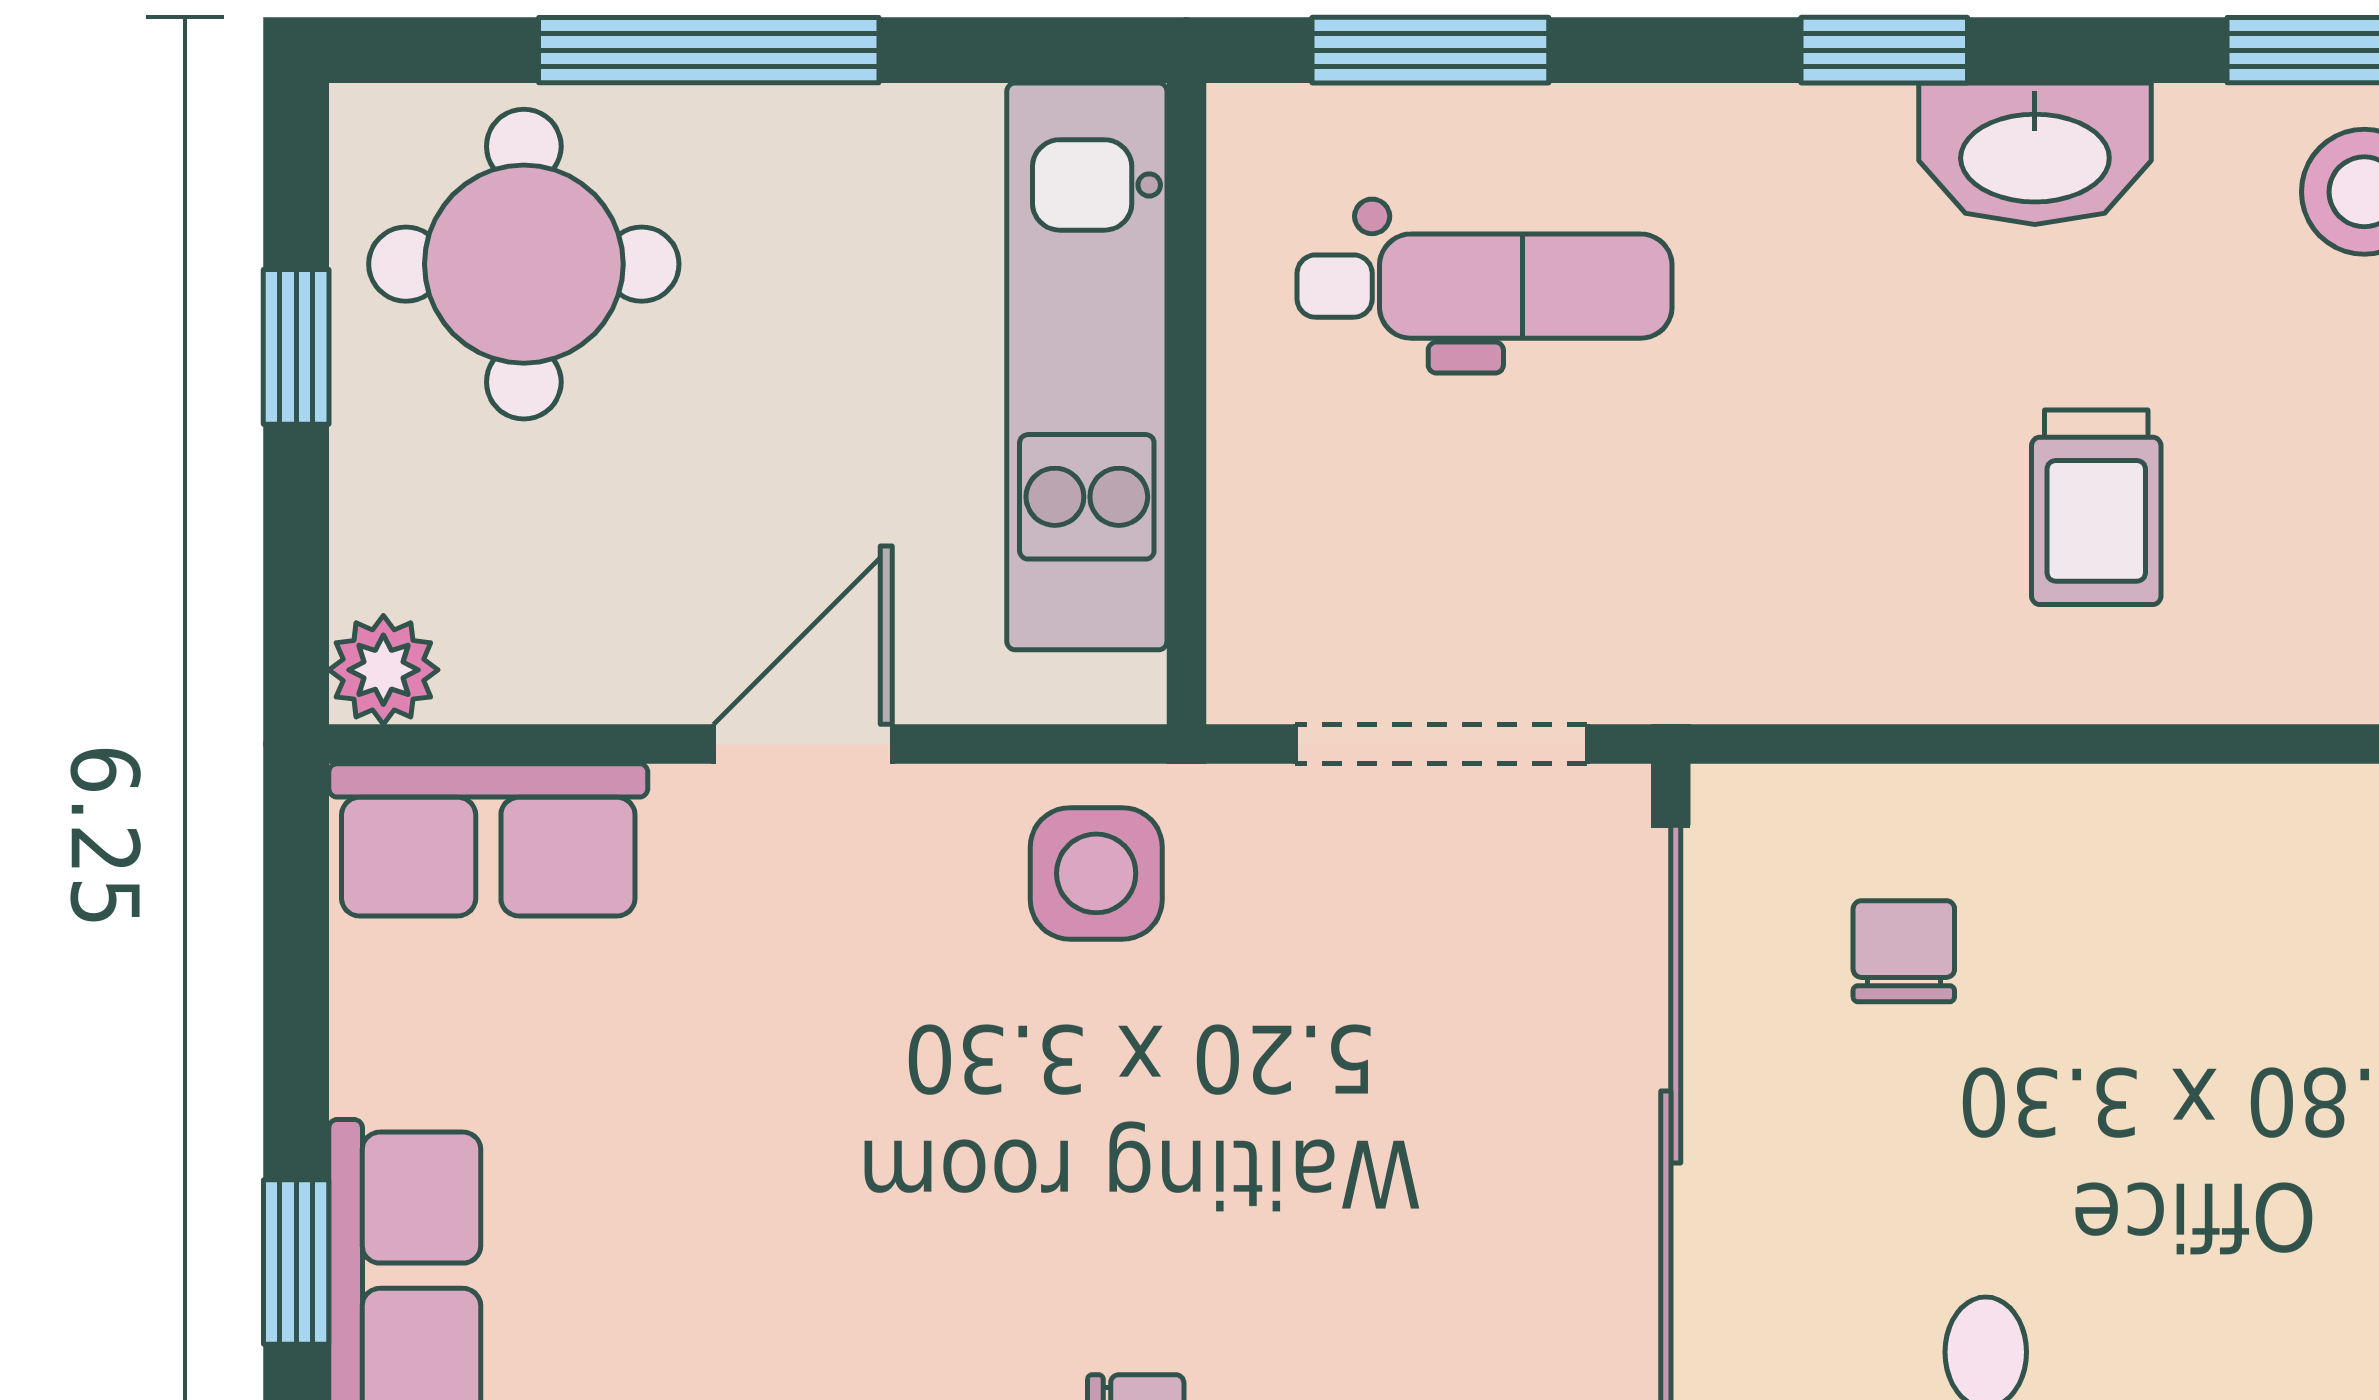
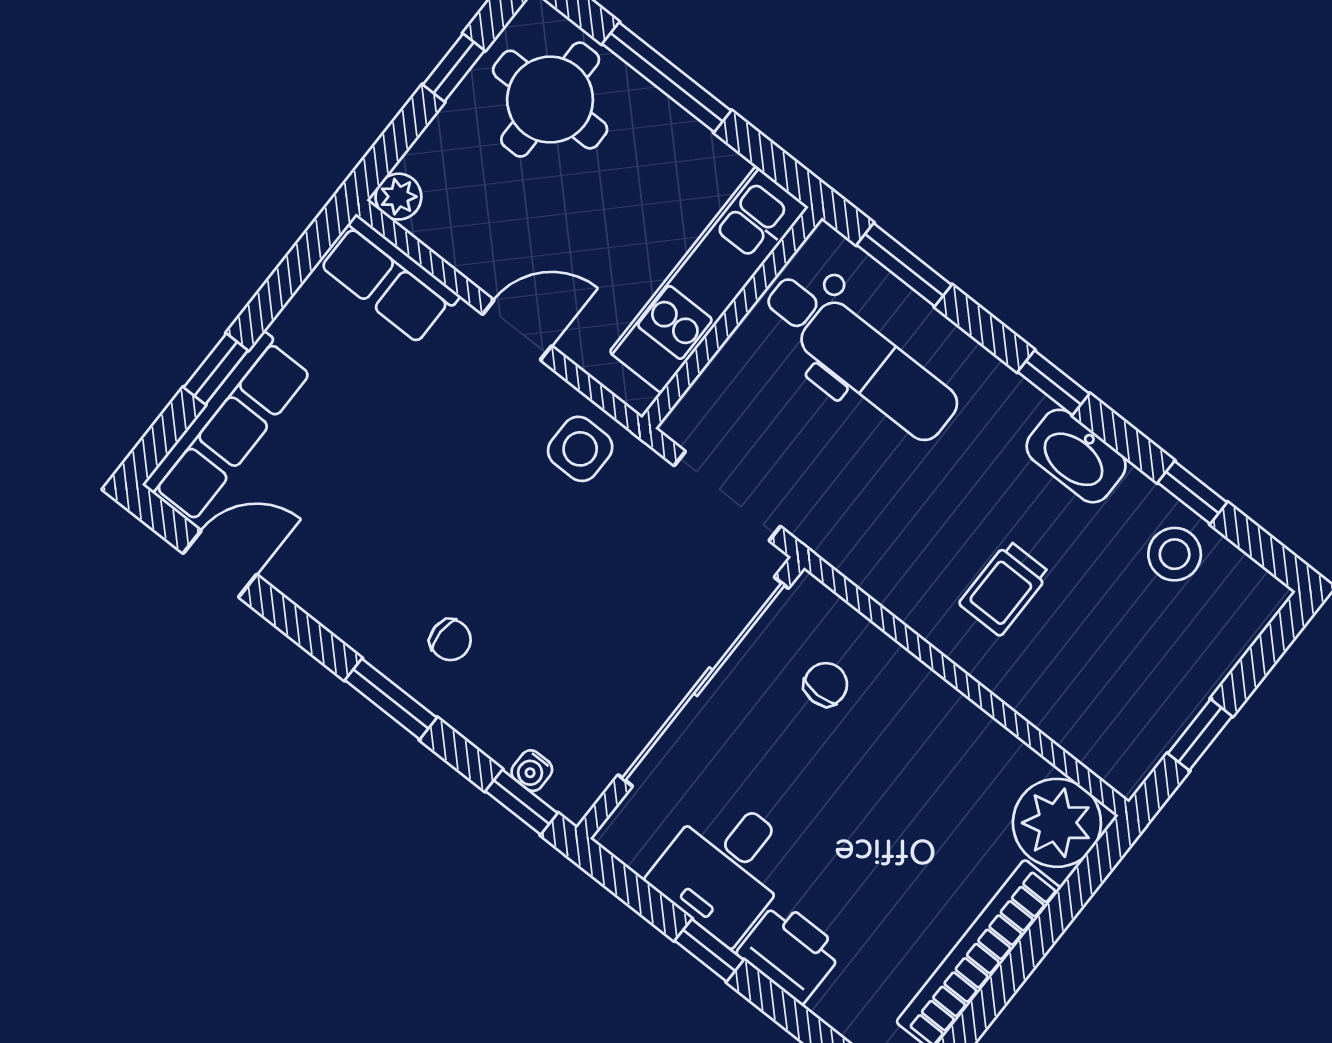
dental chair: (1485, 286) -> (861, 357), width x1.36, depth x1.38

